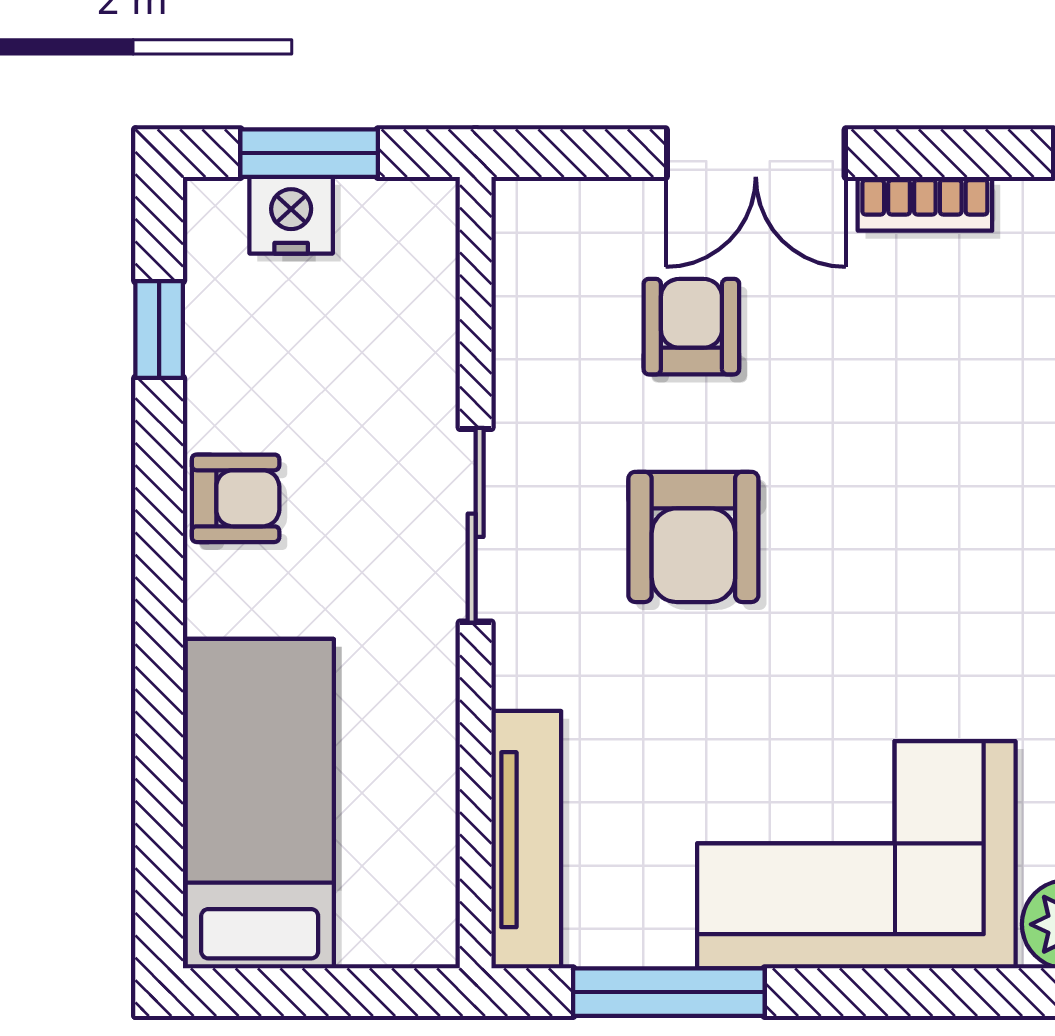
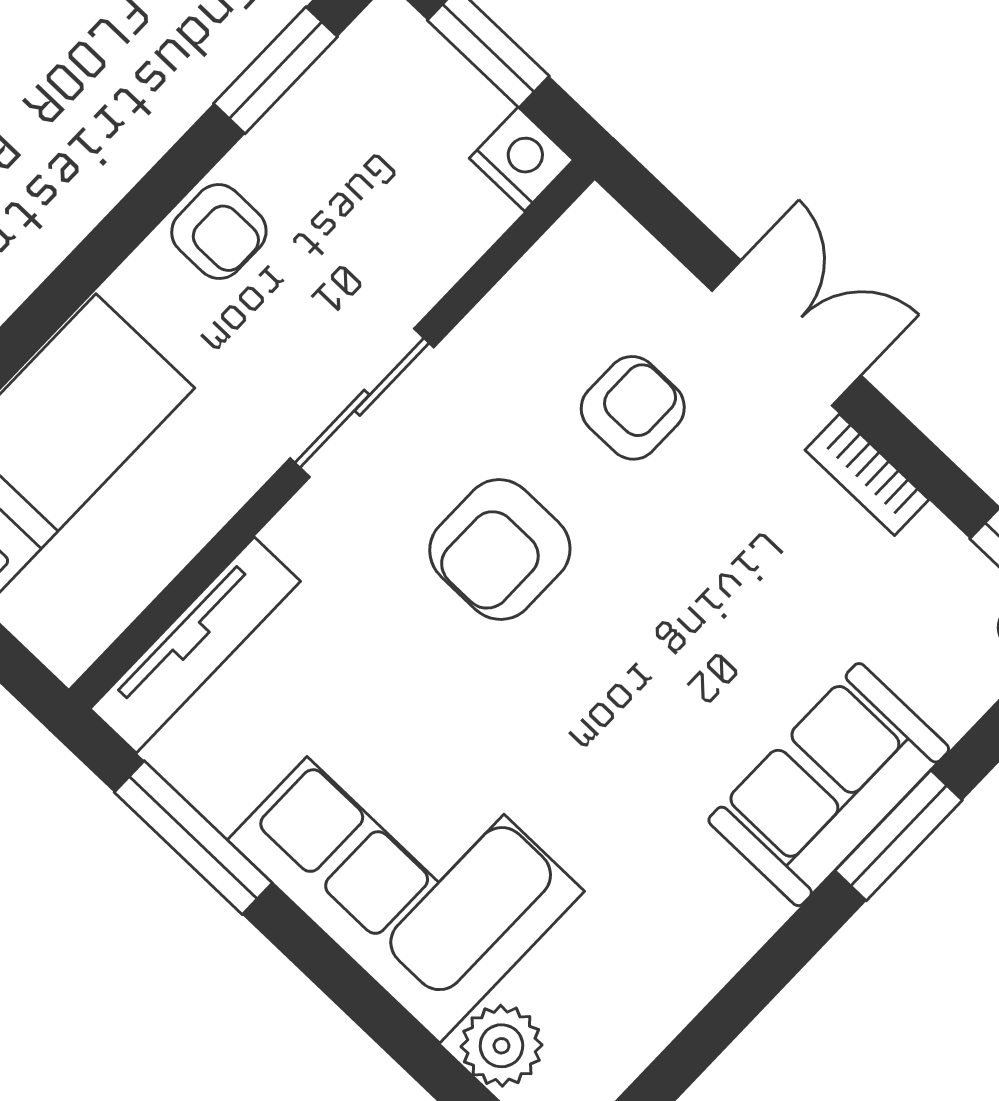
double door: (756, 153) -> (786, 333), swing flipped
nightstand: (291, 215) -> (521, 159), moved
window: (159, 330) -> (276, 70), width x1.50

